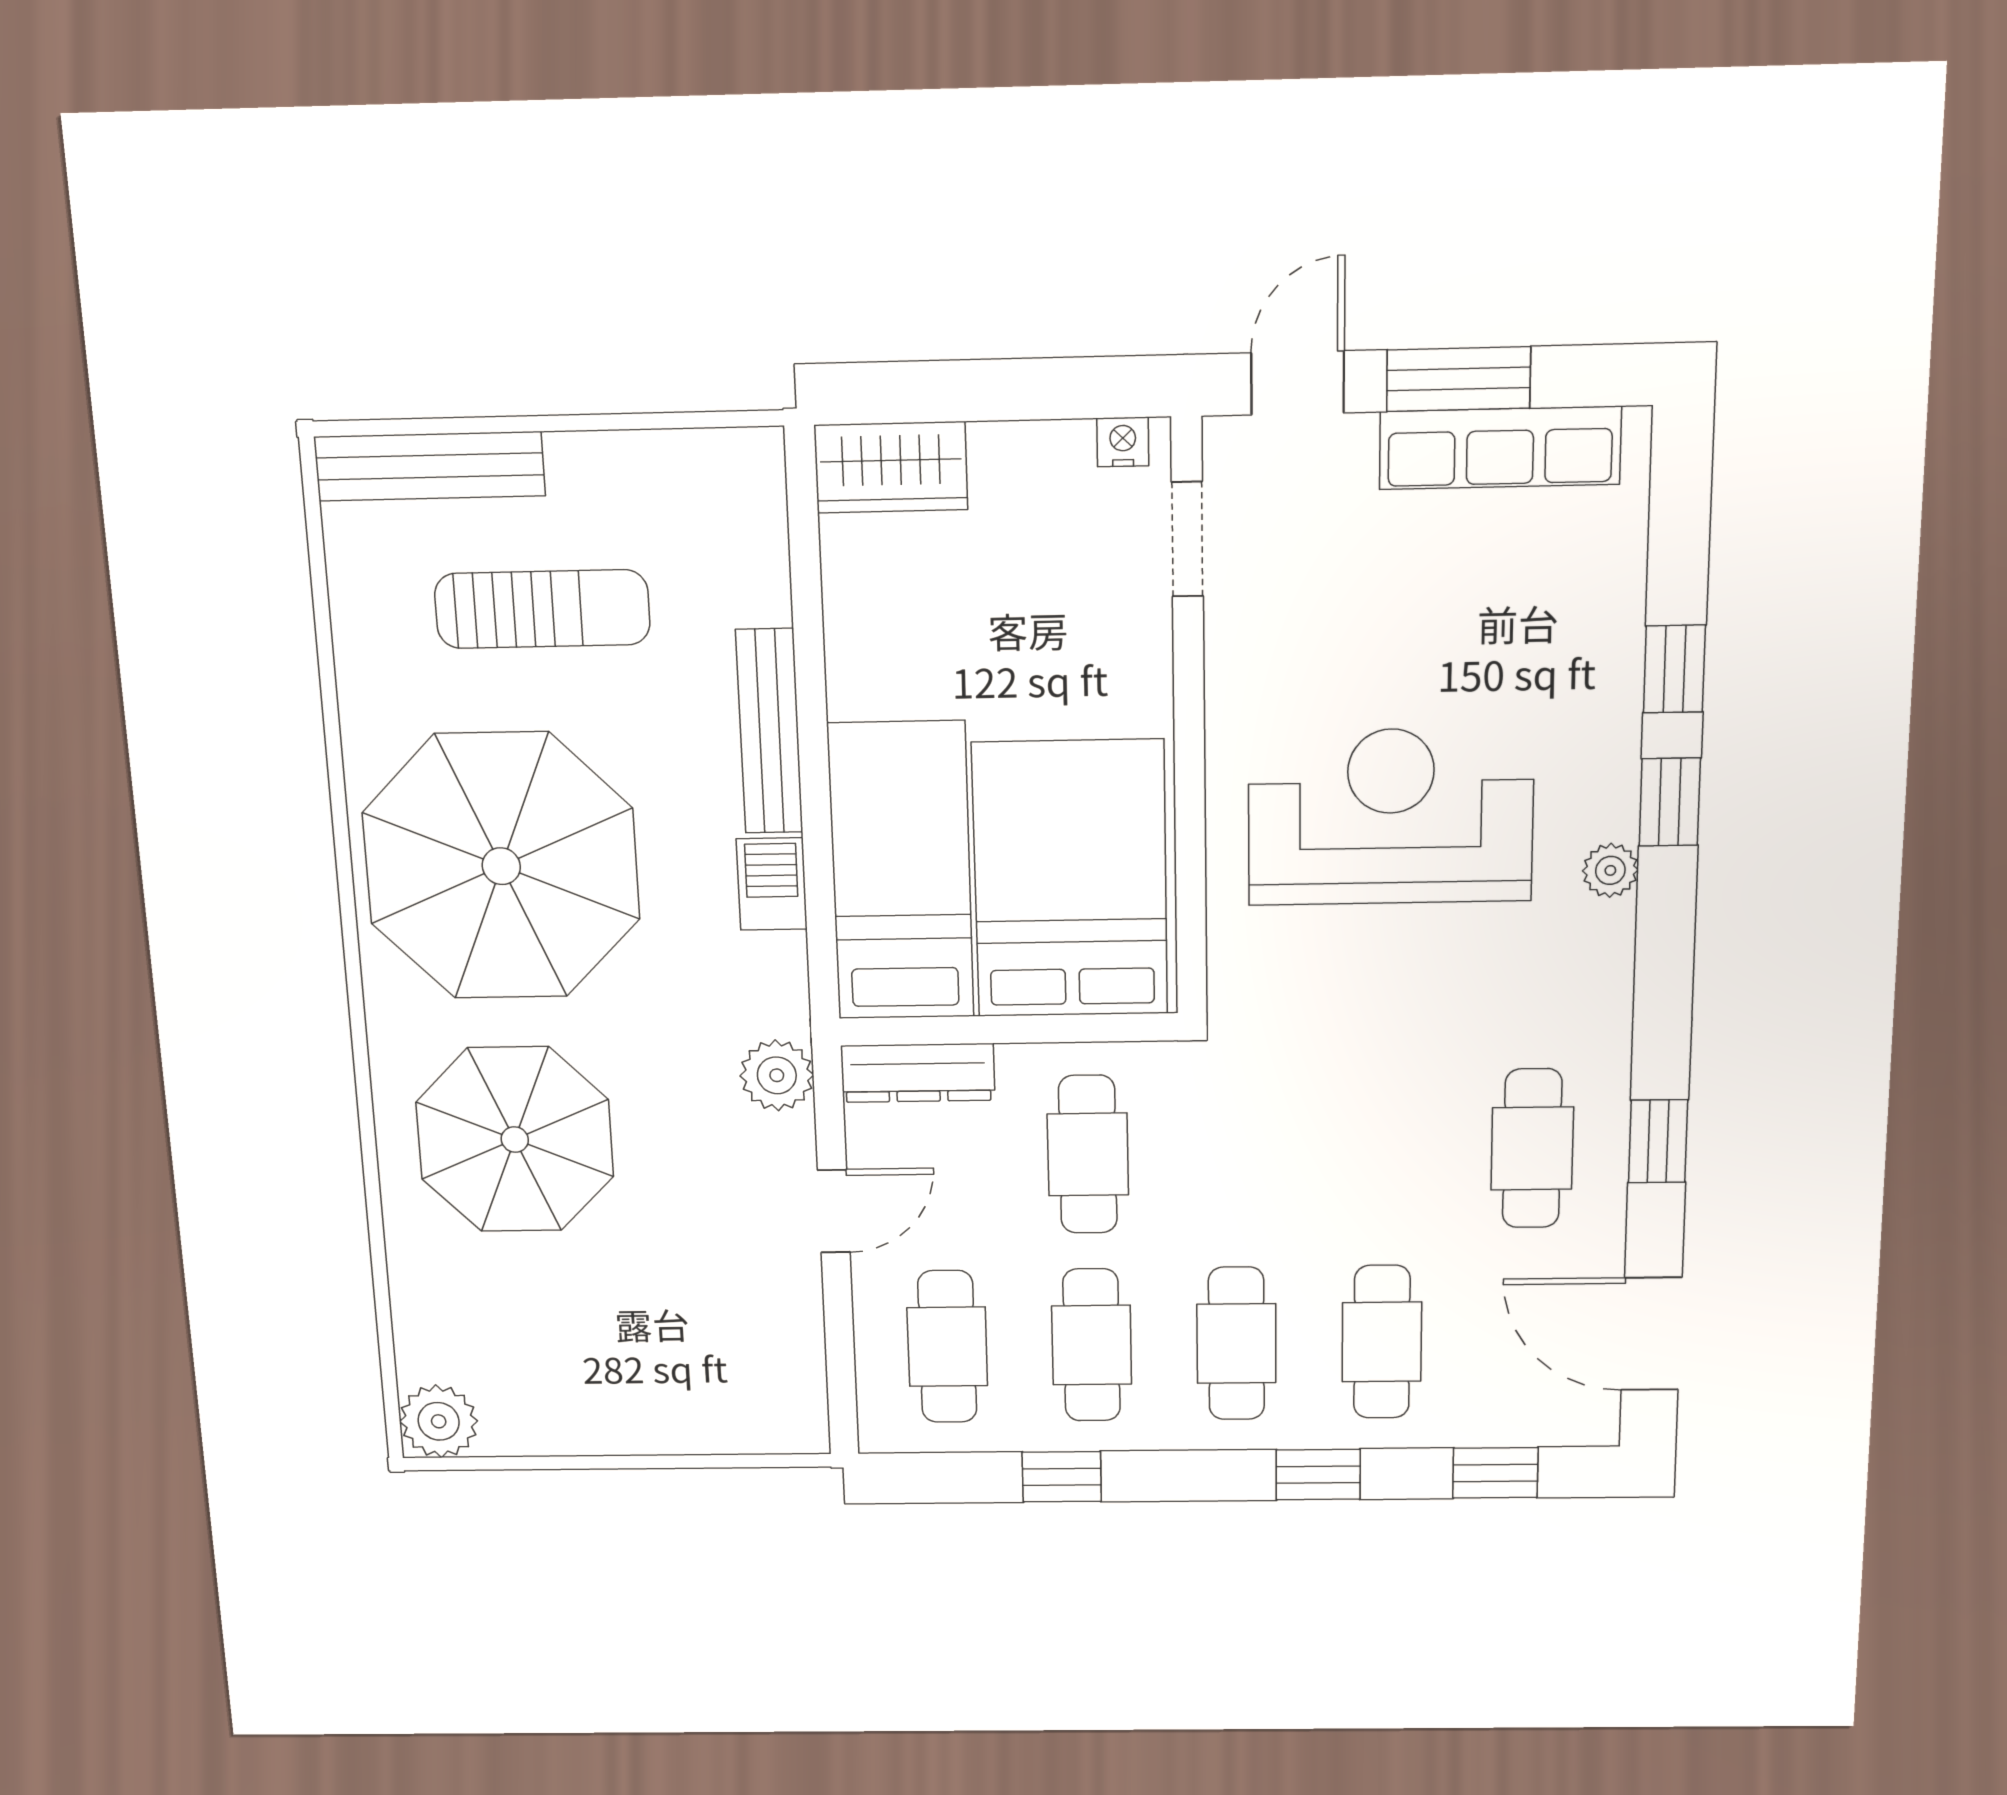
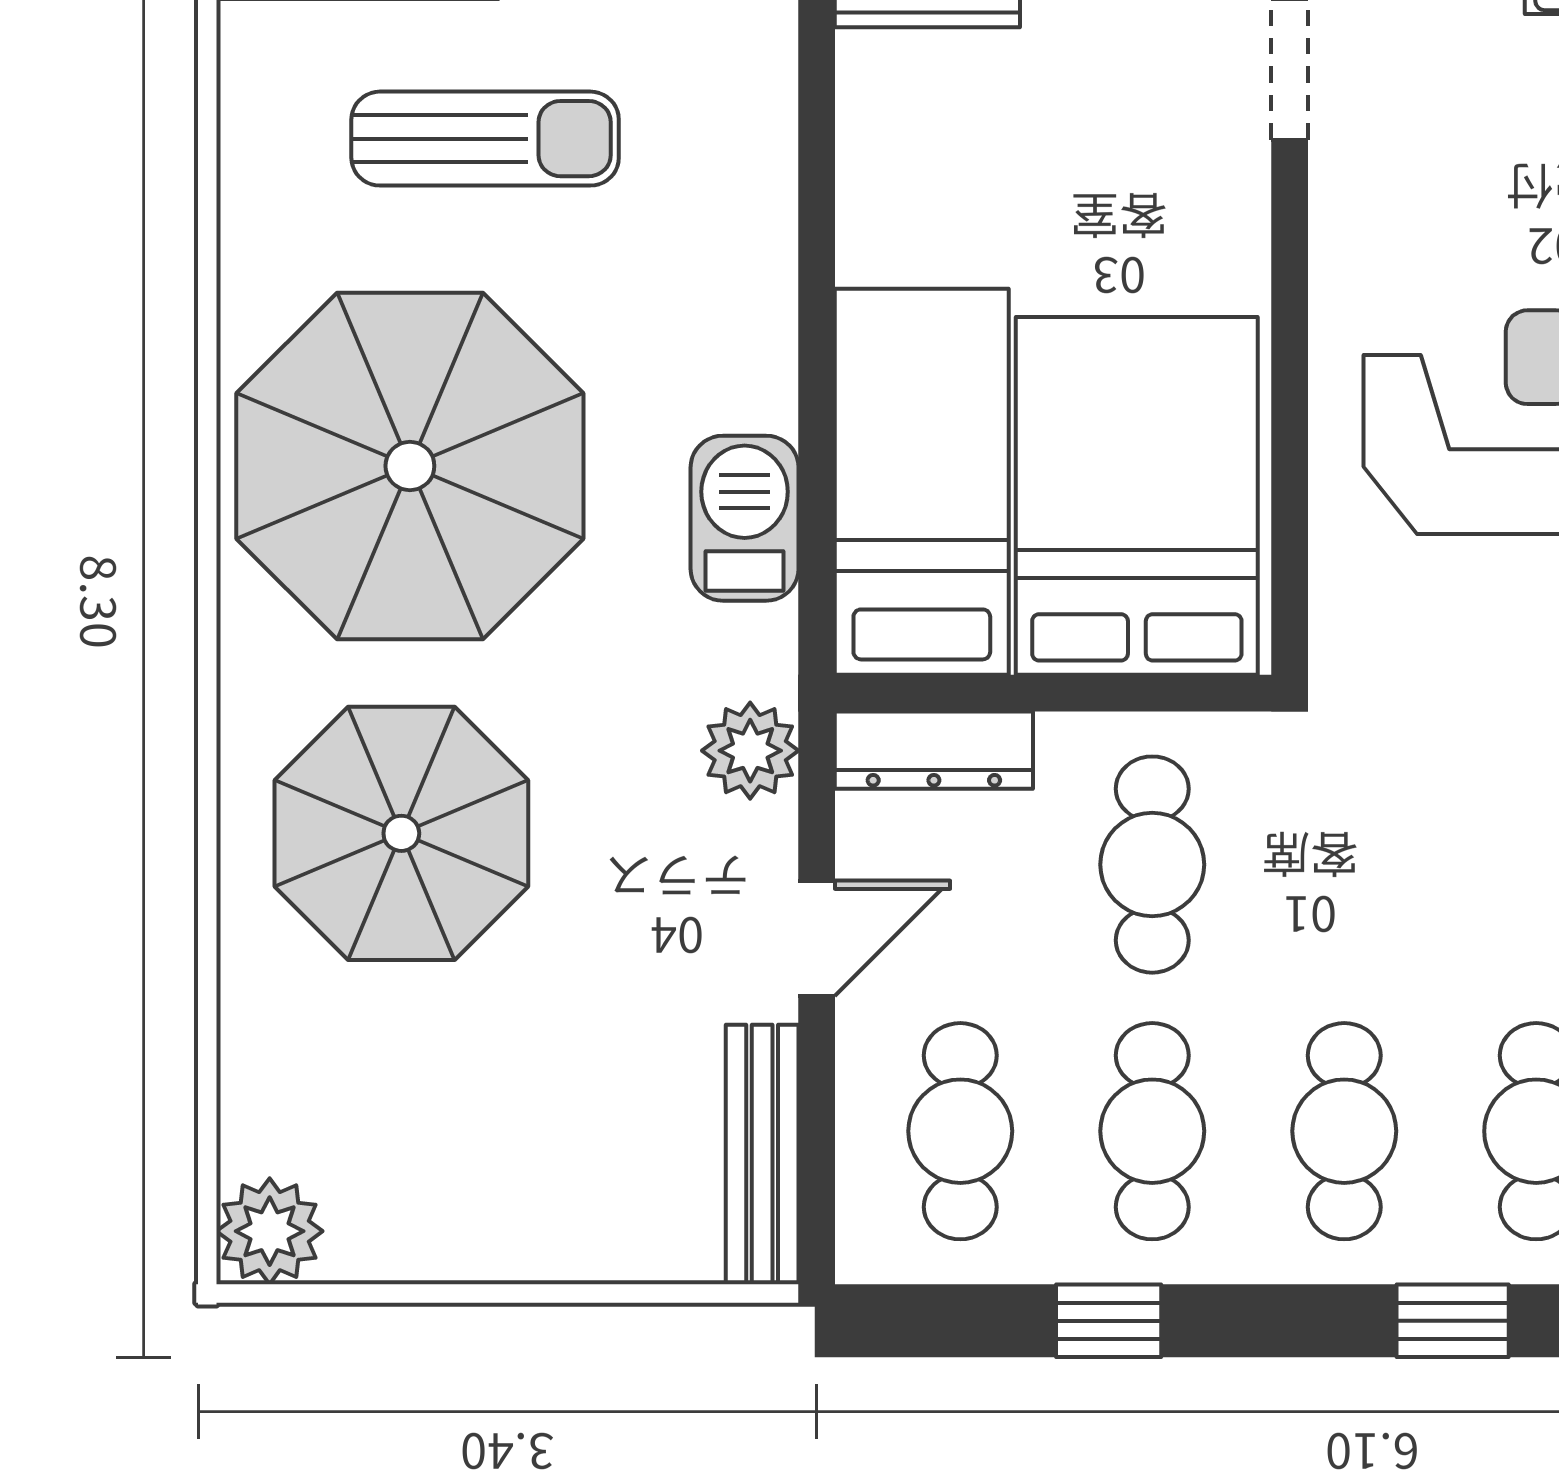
bench: (769, 731) -> (762, 1155), moved
barbecue: (772, 884) -> (745, 518), width x1.38, depth x1.27

